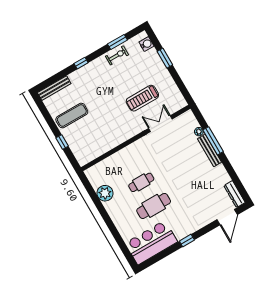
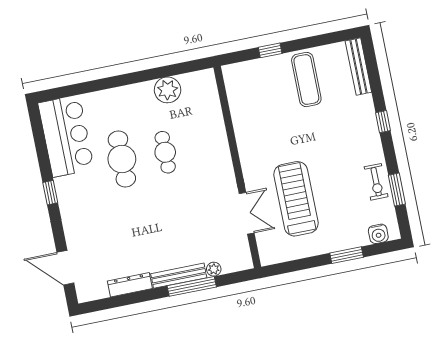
treadmill: (142, 98) -> (296, 199), width x1.37, depth x1.38
dresser: (234, 194) -> (130, 285), moved

